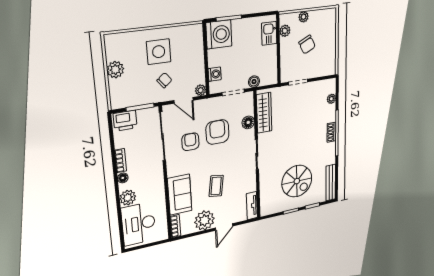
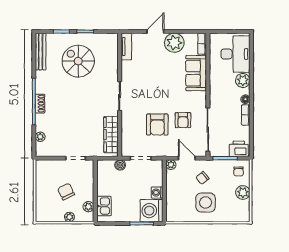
washing machine: (215, 74) -> (157, 193), moved
chair: (123, 94) -> (239, 171), added
floor lamp: (248, 122) -> (127, 128), removed
coffee table: (216, 186) -> (161, 74), removed

